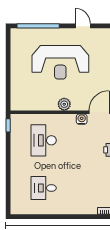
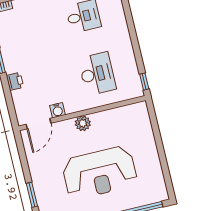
reception desk: (60, 62) -> (100, 173), turned 180

